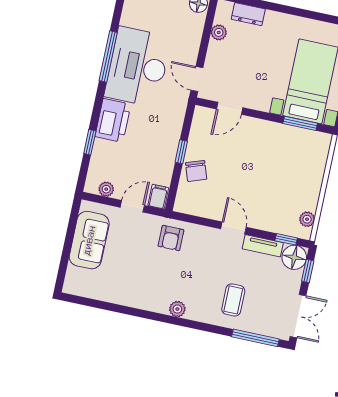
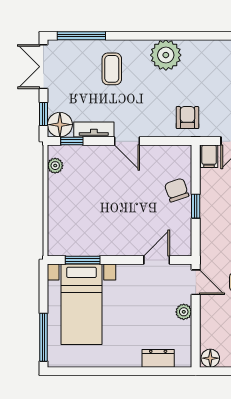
plant: (219, 32) -> (184, 312), moved
plant: (177, 309) -> (166, 55), width x1.87, depth x1.87

